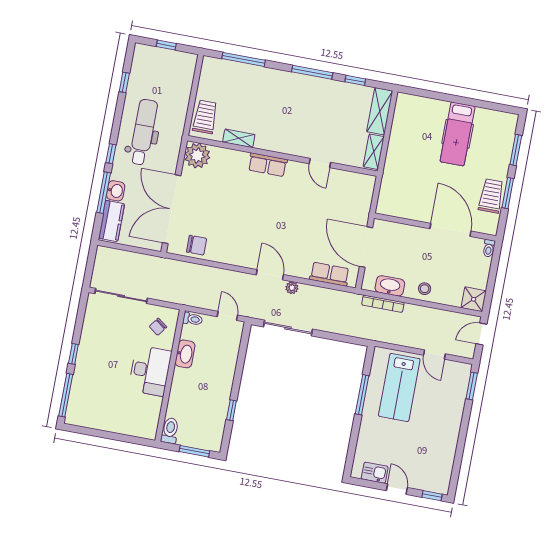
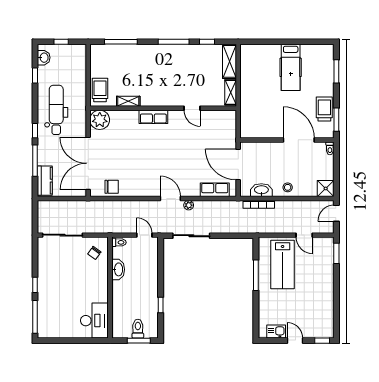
washbasin: (116, 191) -> (44, 58), moved
window: (508, 193) -> (336, 120), moved
desk: (150, 371) -> (94, 321), moved
toilet: (170, 431) -> (138, 329), moved

